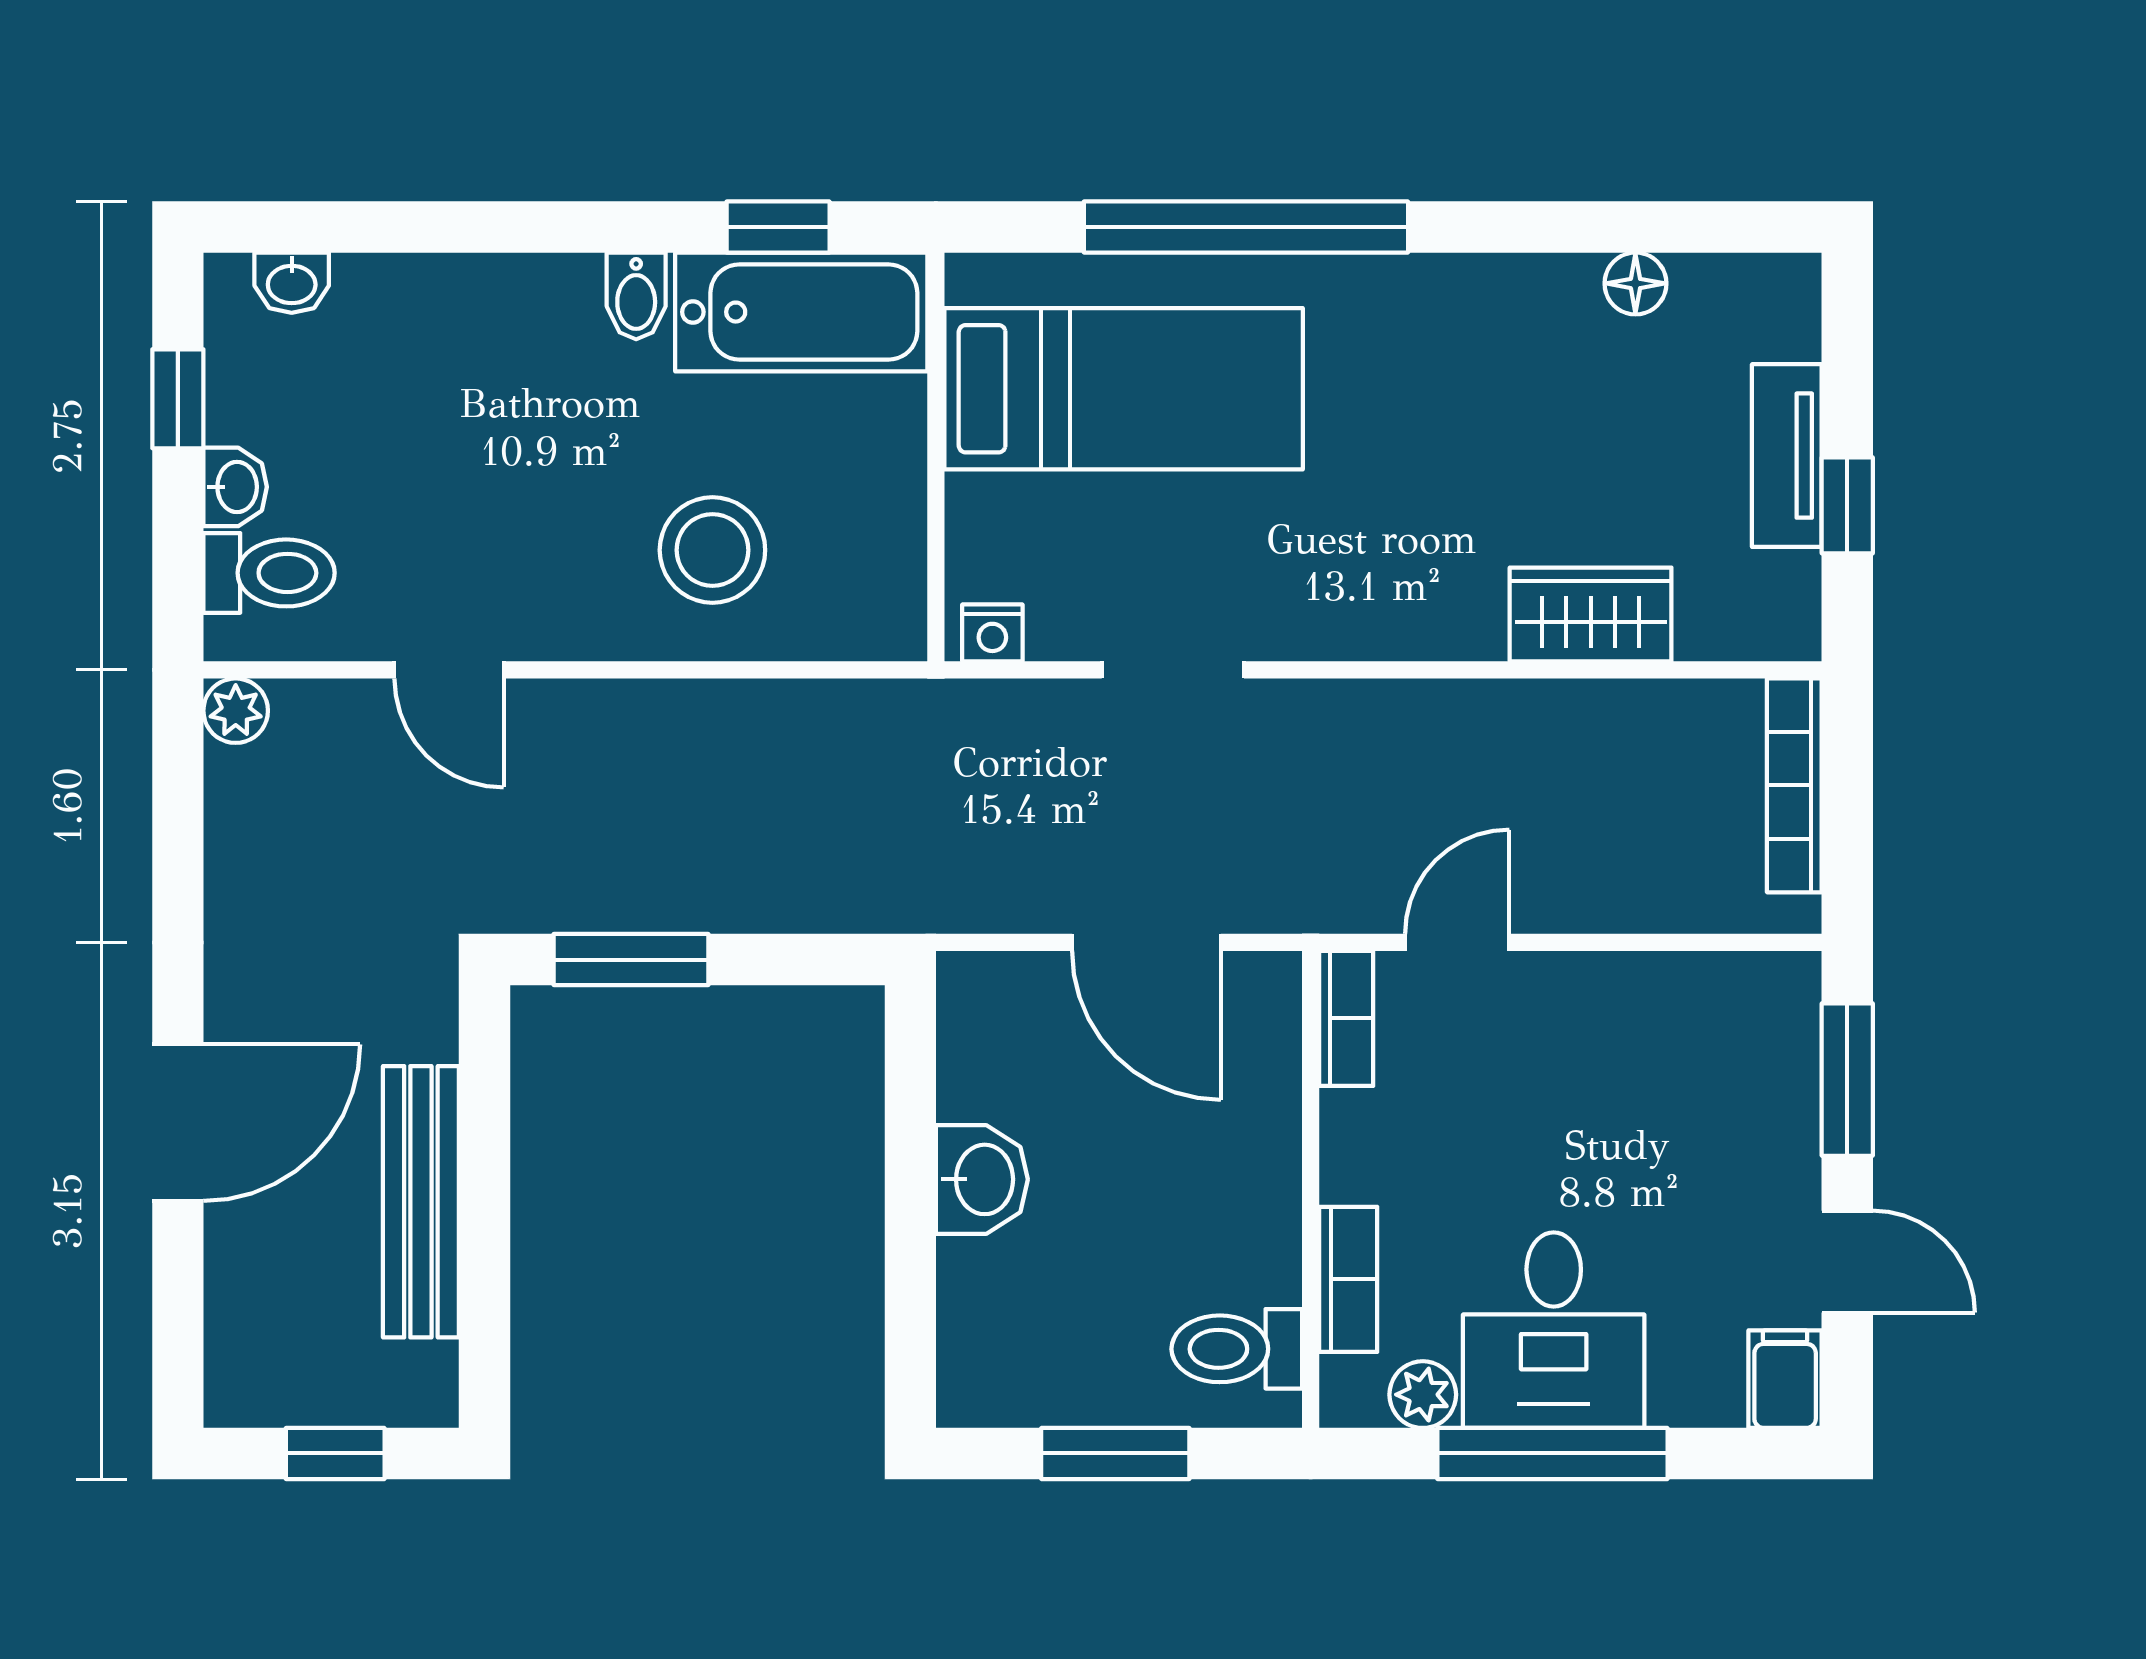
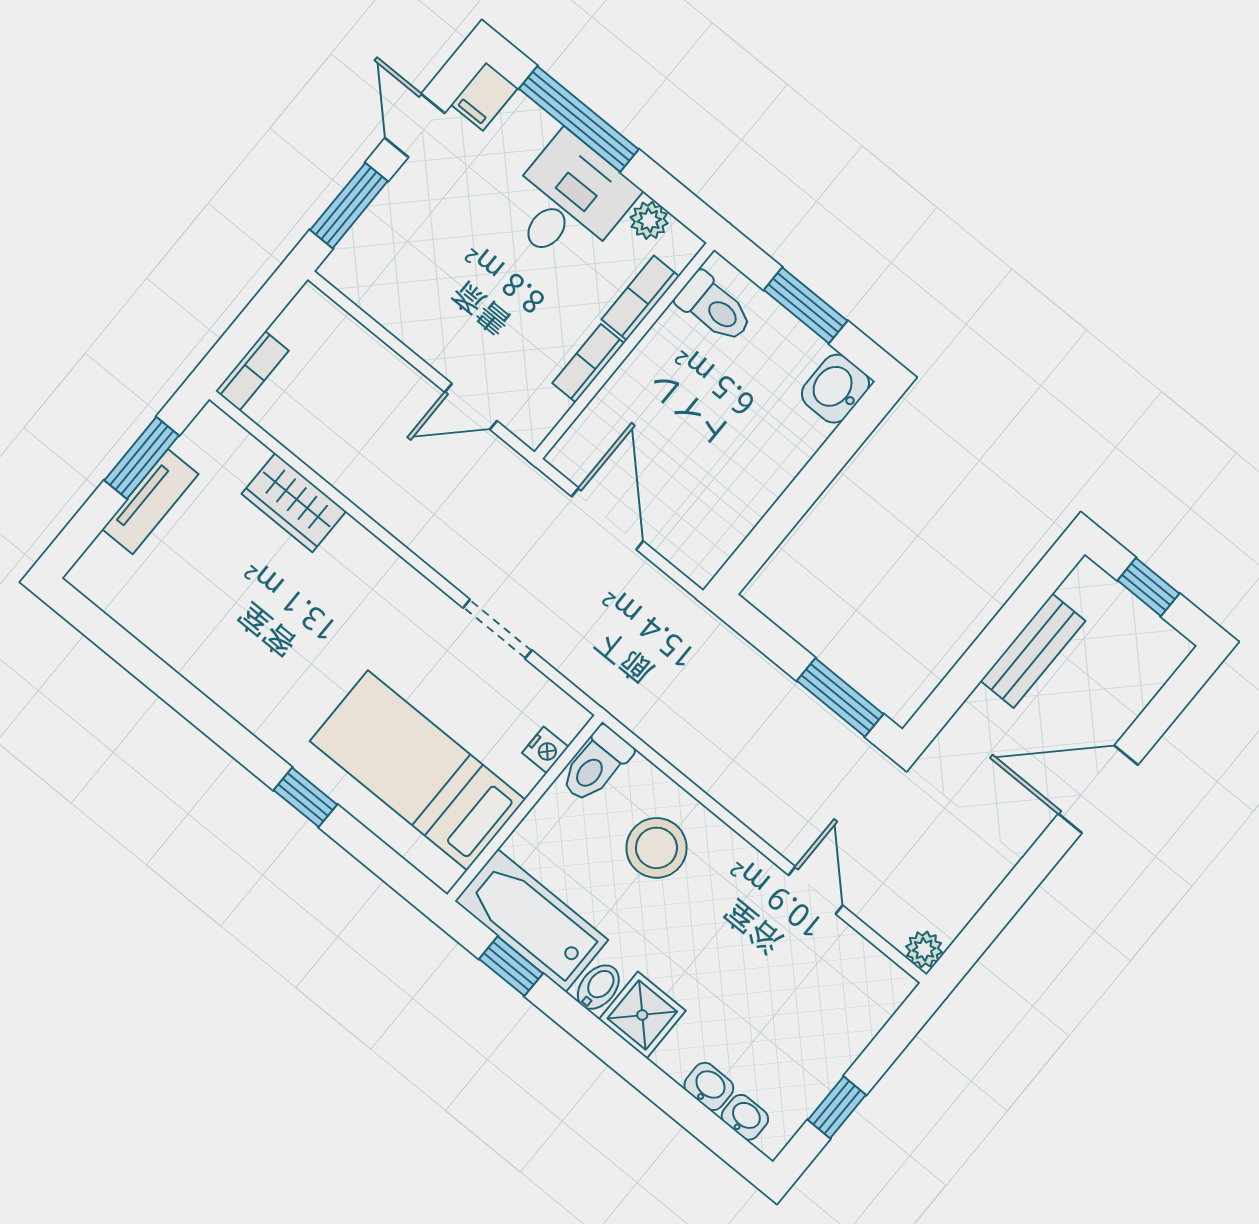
window: (1246, 227) -> (305, 797), width x0.32
floor lamp: (1635, 283) -> (155, 632), removed
shower: (545, 307) -> (642, 1015), added
washbasin: (235, 487) -> (709, 1086), moved, turned 90
window: (1847, 505) -> (142, 458), width x1.50
toilet: (269, 573) -> (596, 765), moved, turned -90
nightstand: (992, 633) -> (545, 750), moved, turned 90
bookcase: (1794, 785) -> (252, 371), width x0.64
bookcase: (1346, 1018) -> (588, 363), moved
washbasin: (982, 1179) -> (835, 389), moved
bench: (421, 1202) -> (1033, 651), width x0.73
window: (1552, 1453) -> (579, 119), moved

